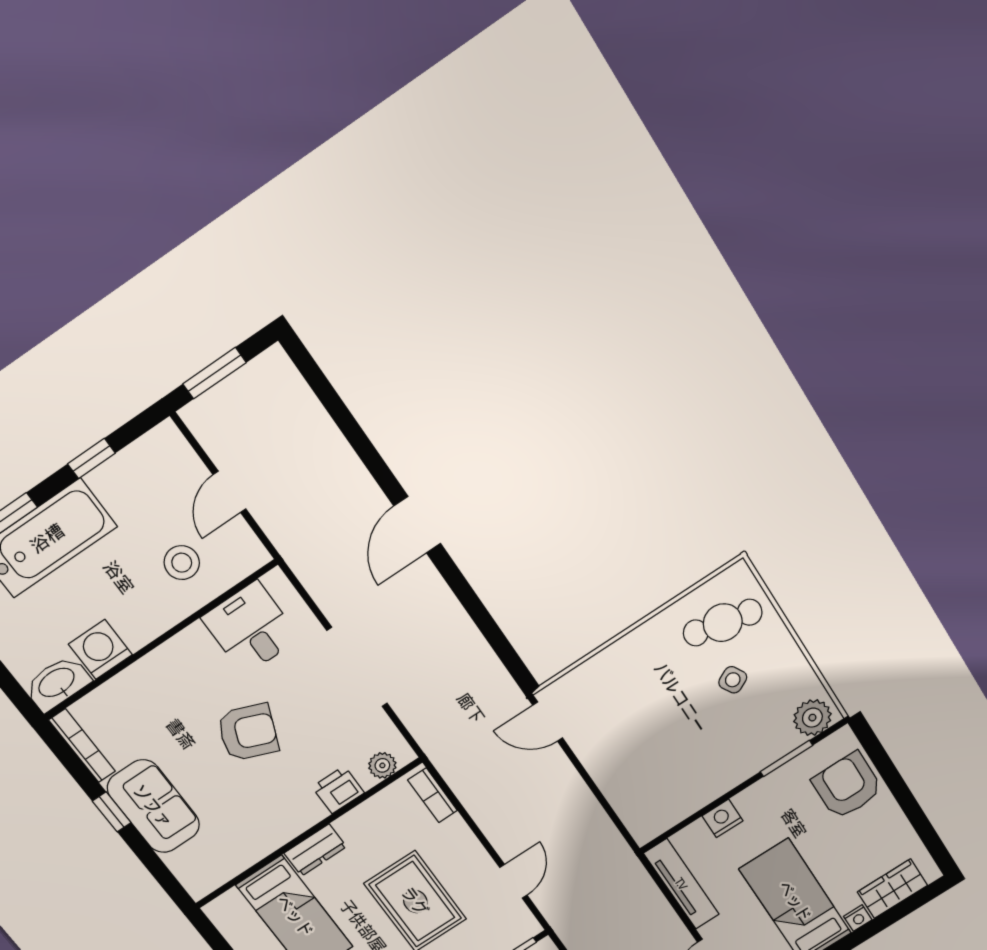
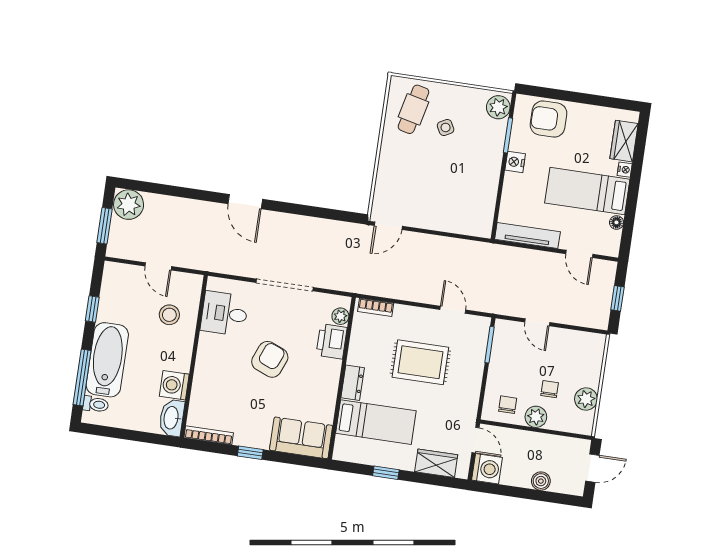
plant: (272, 379) -> (129, 205), added
printer: (338, 790) -> (332, 341), width x1.36, depth x1.24
sofa: (153, 806) -> (301, 438), moved
nightstand: (722, 818) -> (515, 162), moved

